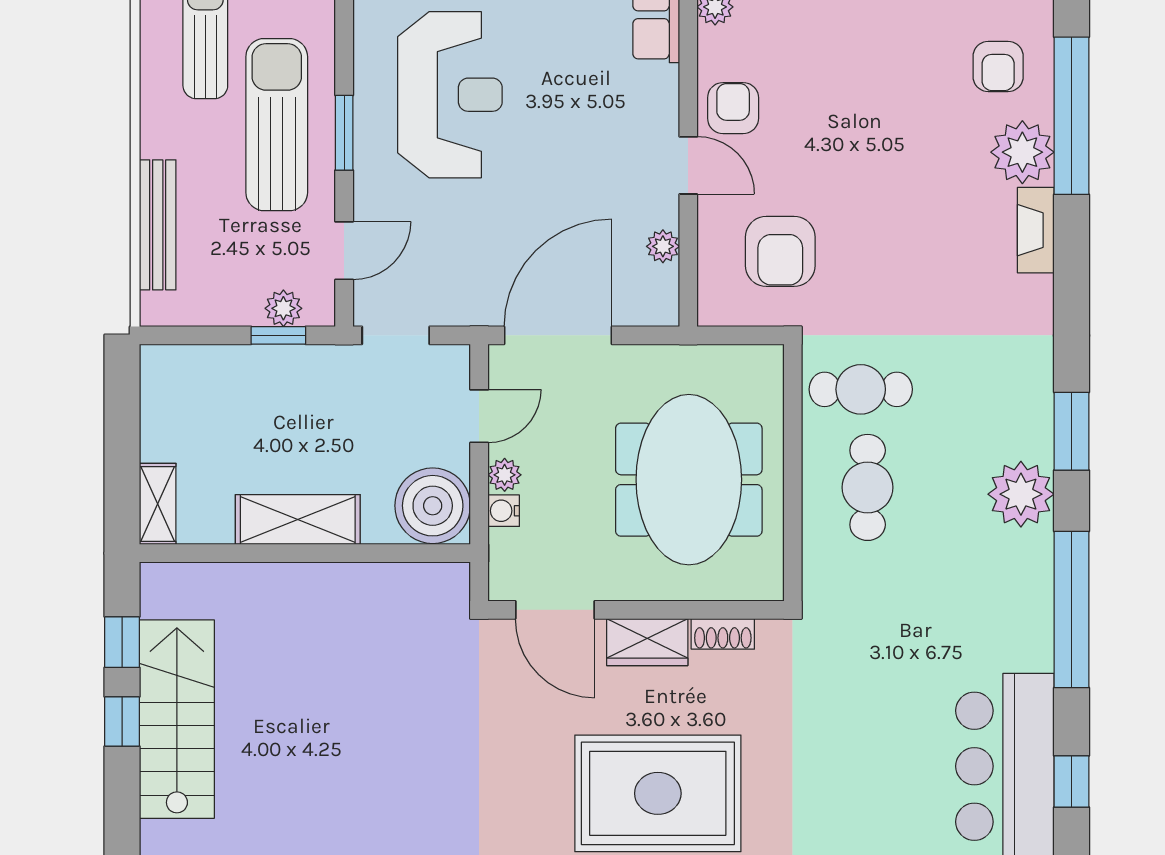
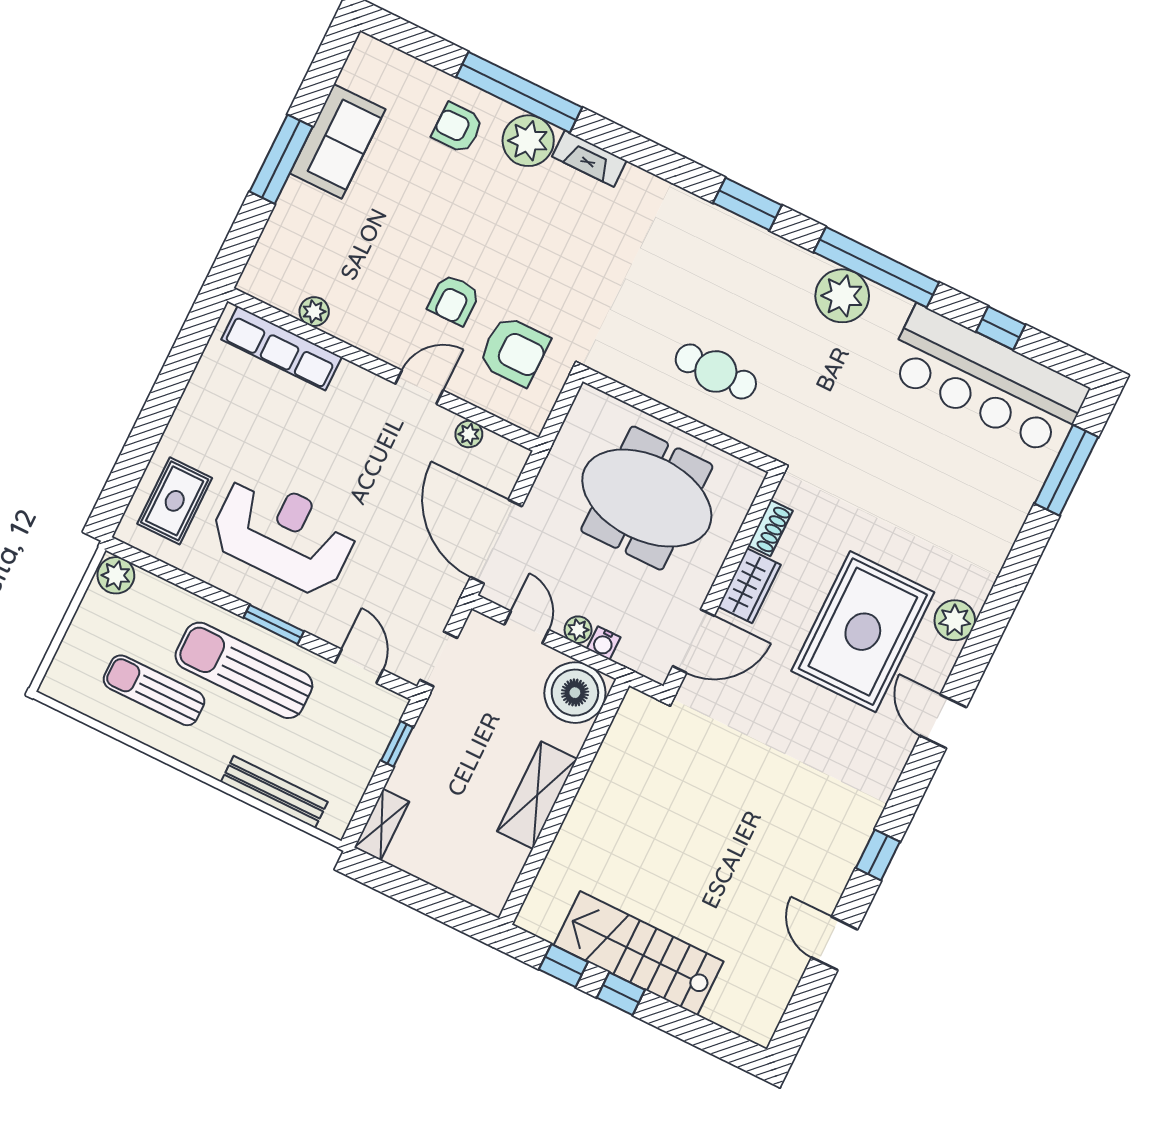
armchair: (998, 66) -> (458, 128), turned 180
armchair: (733, 108) -> (454, 300), moved, turned -90
plant: (283, 308) -> (379, 731), removed
cafe table: (861, 389) -> (642, 342), removed
plant: (1021, 494) -> (842, 296), moved
shelving: (158, 504) -> (382, 825), moved, turned 90

